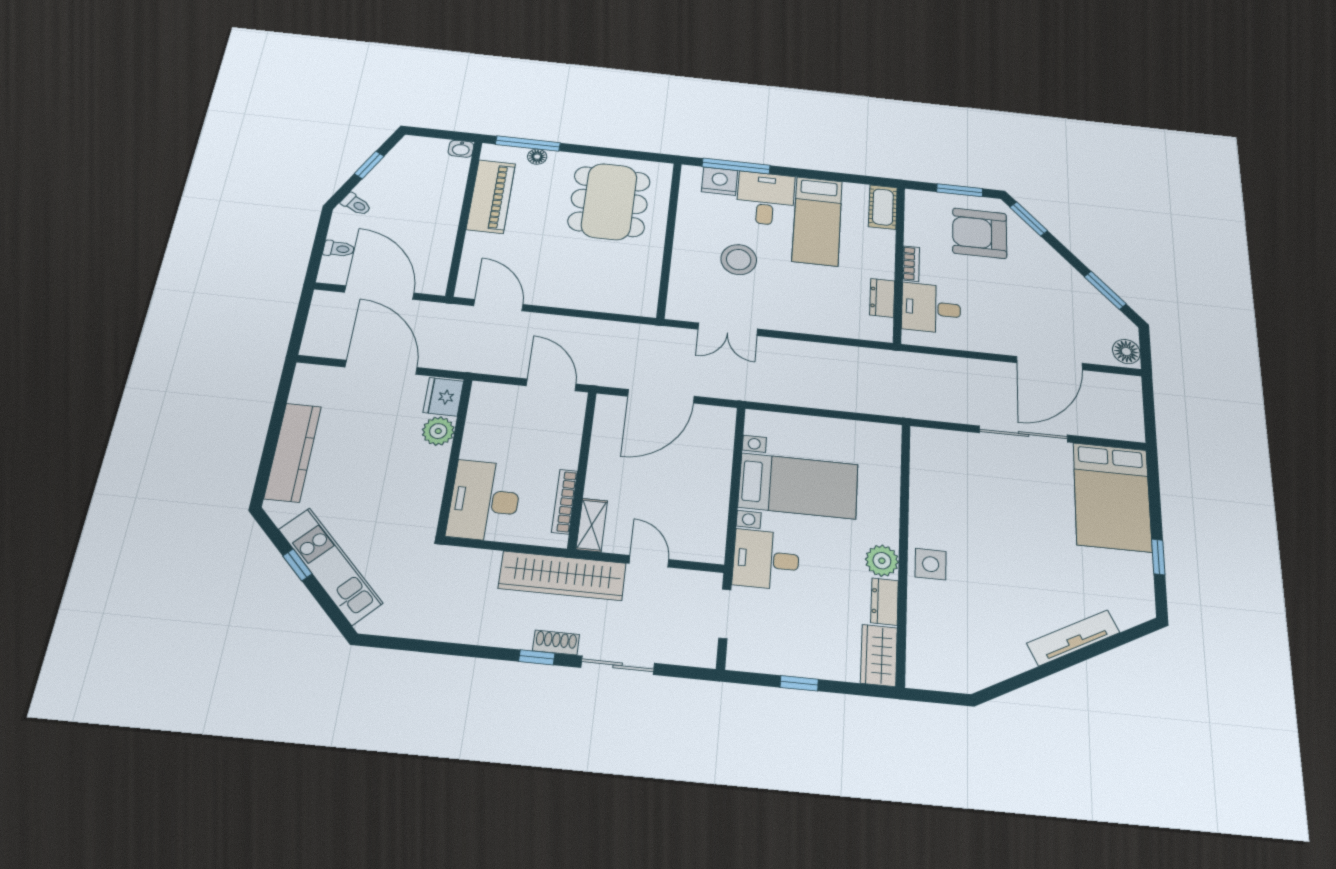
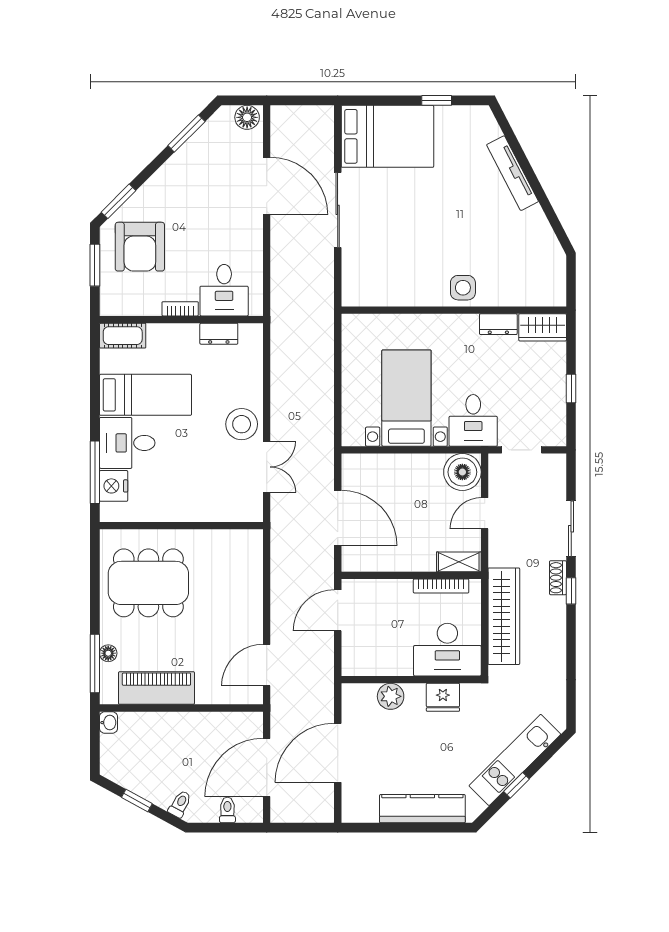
stool: (739, 260) -> (242, 424), moved
fridge: (443, 397) -> (443, 697), moved
boiler: (703, 540) -> (462, 472), added
plant: (882, 561) -> (464, 327), removed
wardrobe: (562, 576) -> (504, 616), moved

